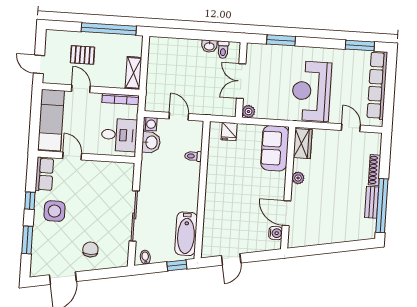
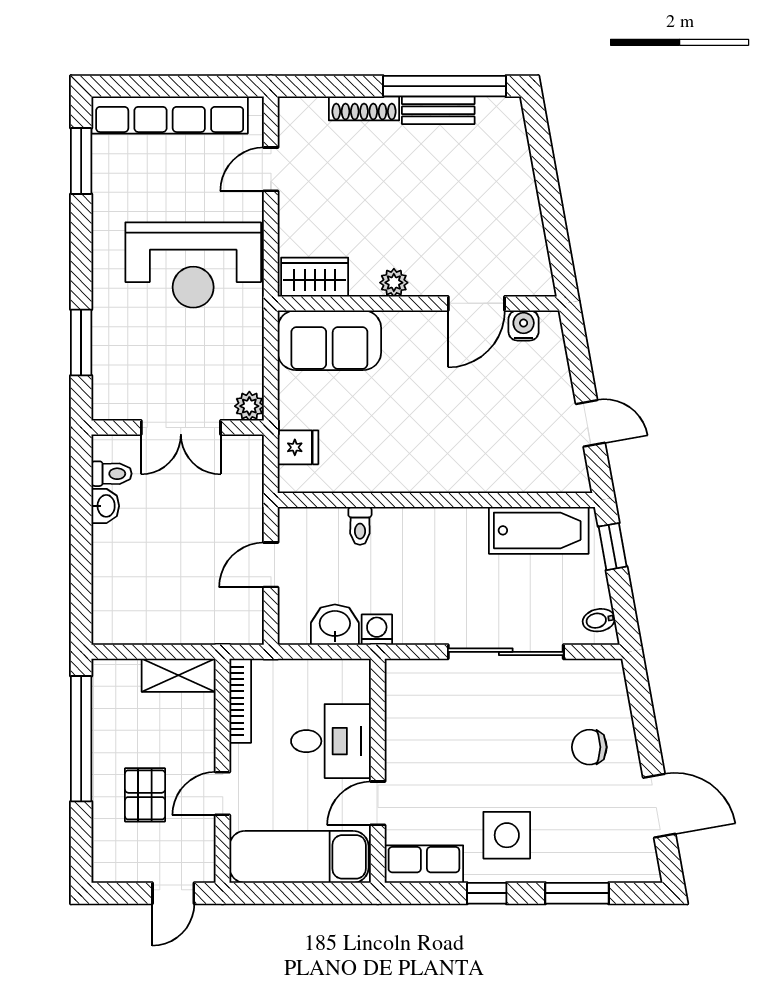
washing machine: (150, 124) -> (377, 630), moved
desk: (119, 135) -> (331, 741), moved, turned 90

